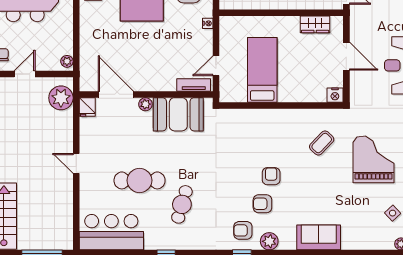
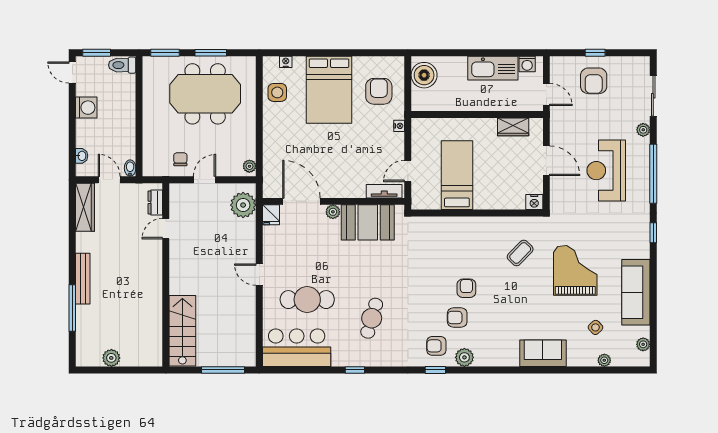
cafe table: (140, 180) -> (307, 300), moved
sofa: (319, 237) -> (543, 353), moved

